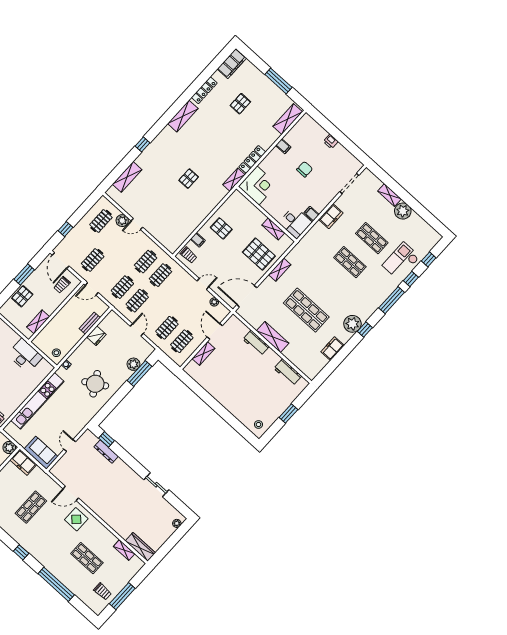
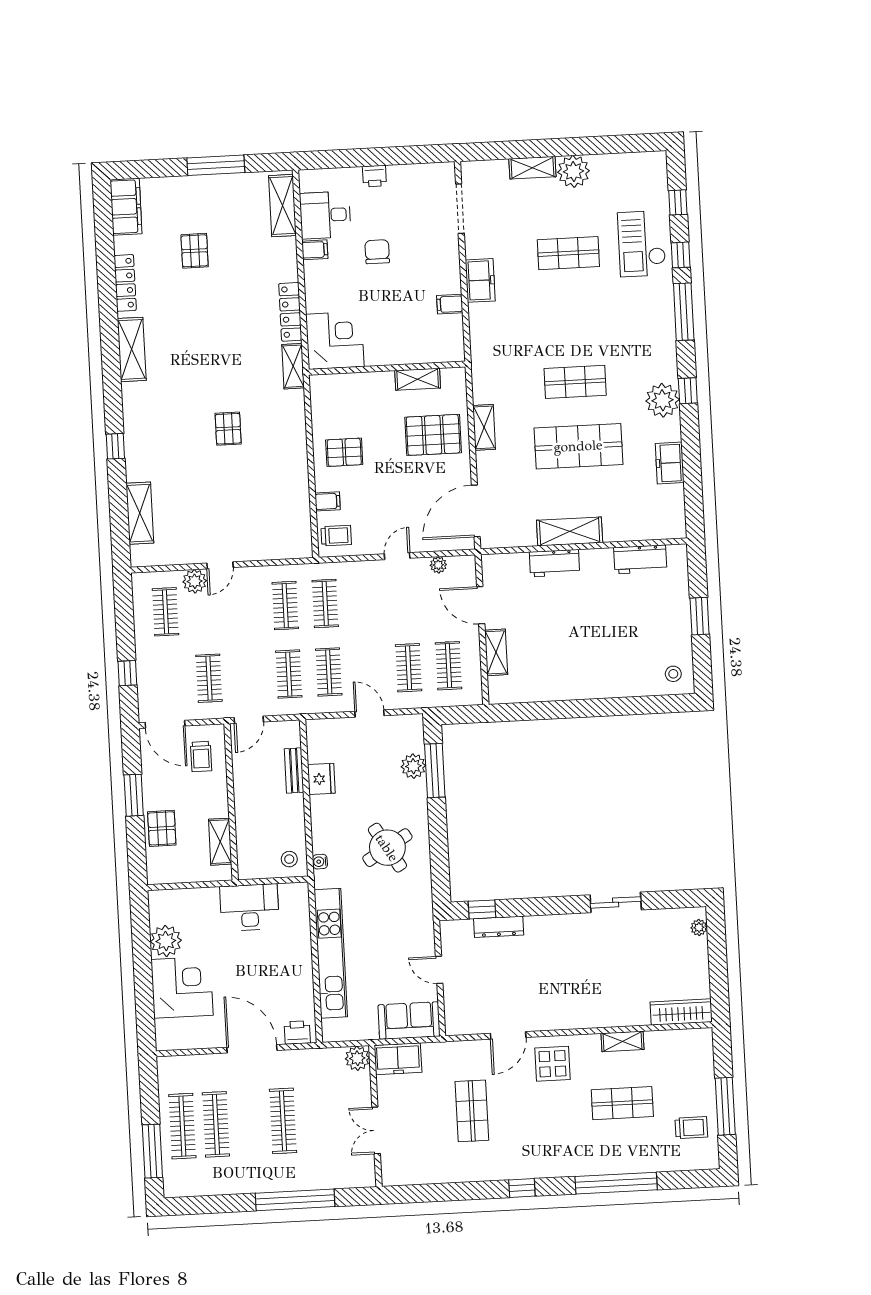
desk: (295, 222) -> (325, 215), moved, turned 180
shop shelf: (350, 262) -> (575, 382), moved
shelving: (124, 550) -> (623, 1041), moved

